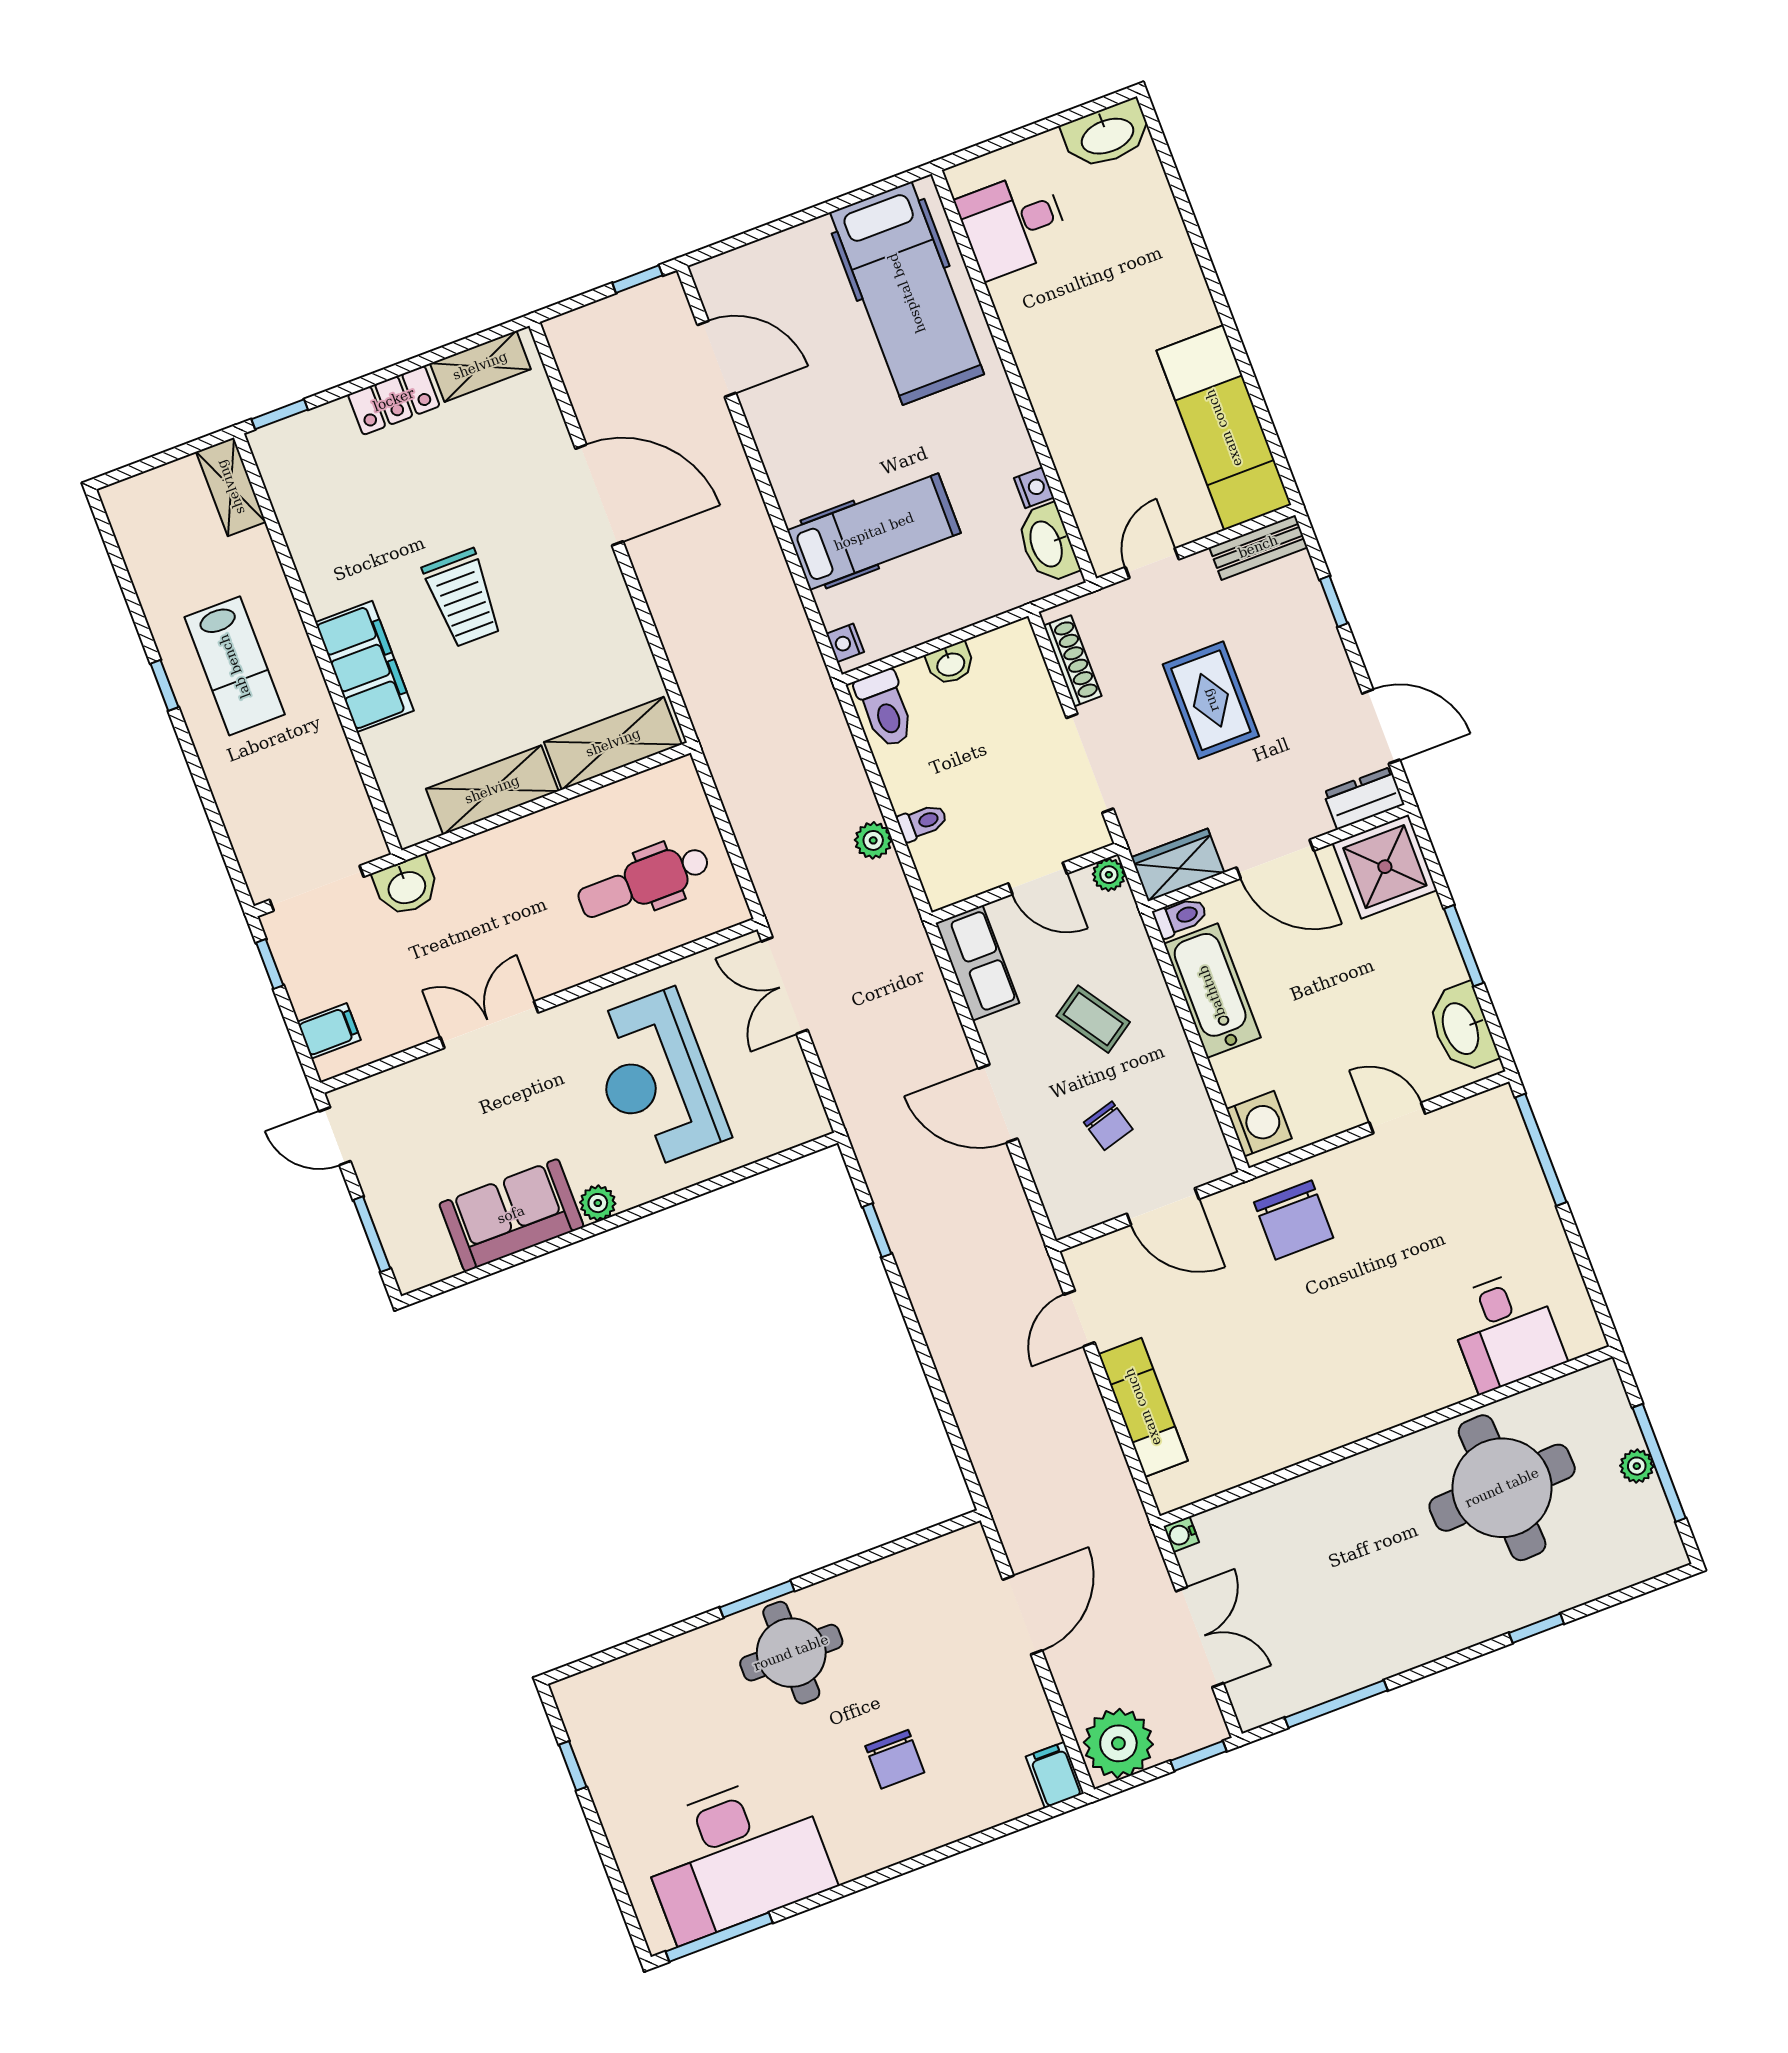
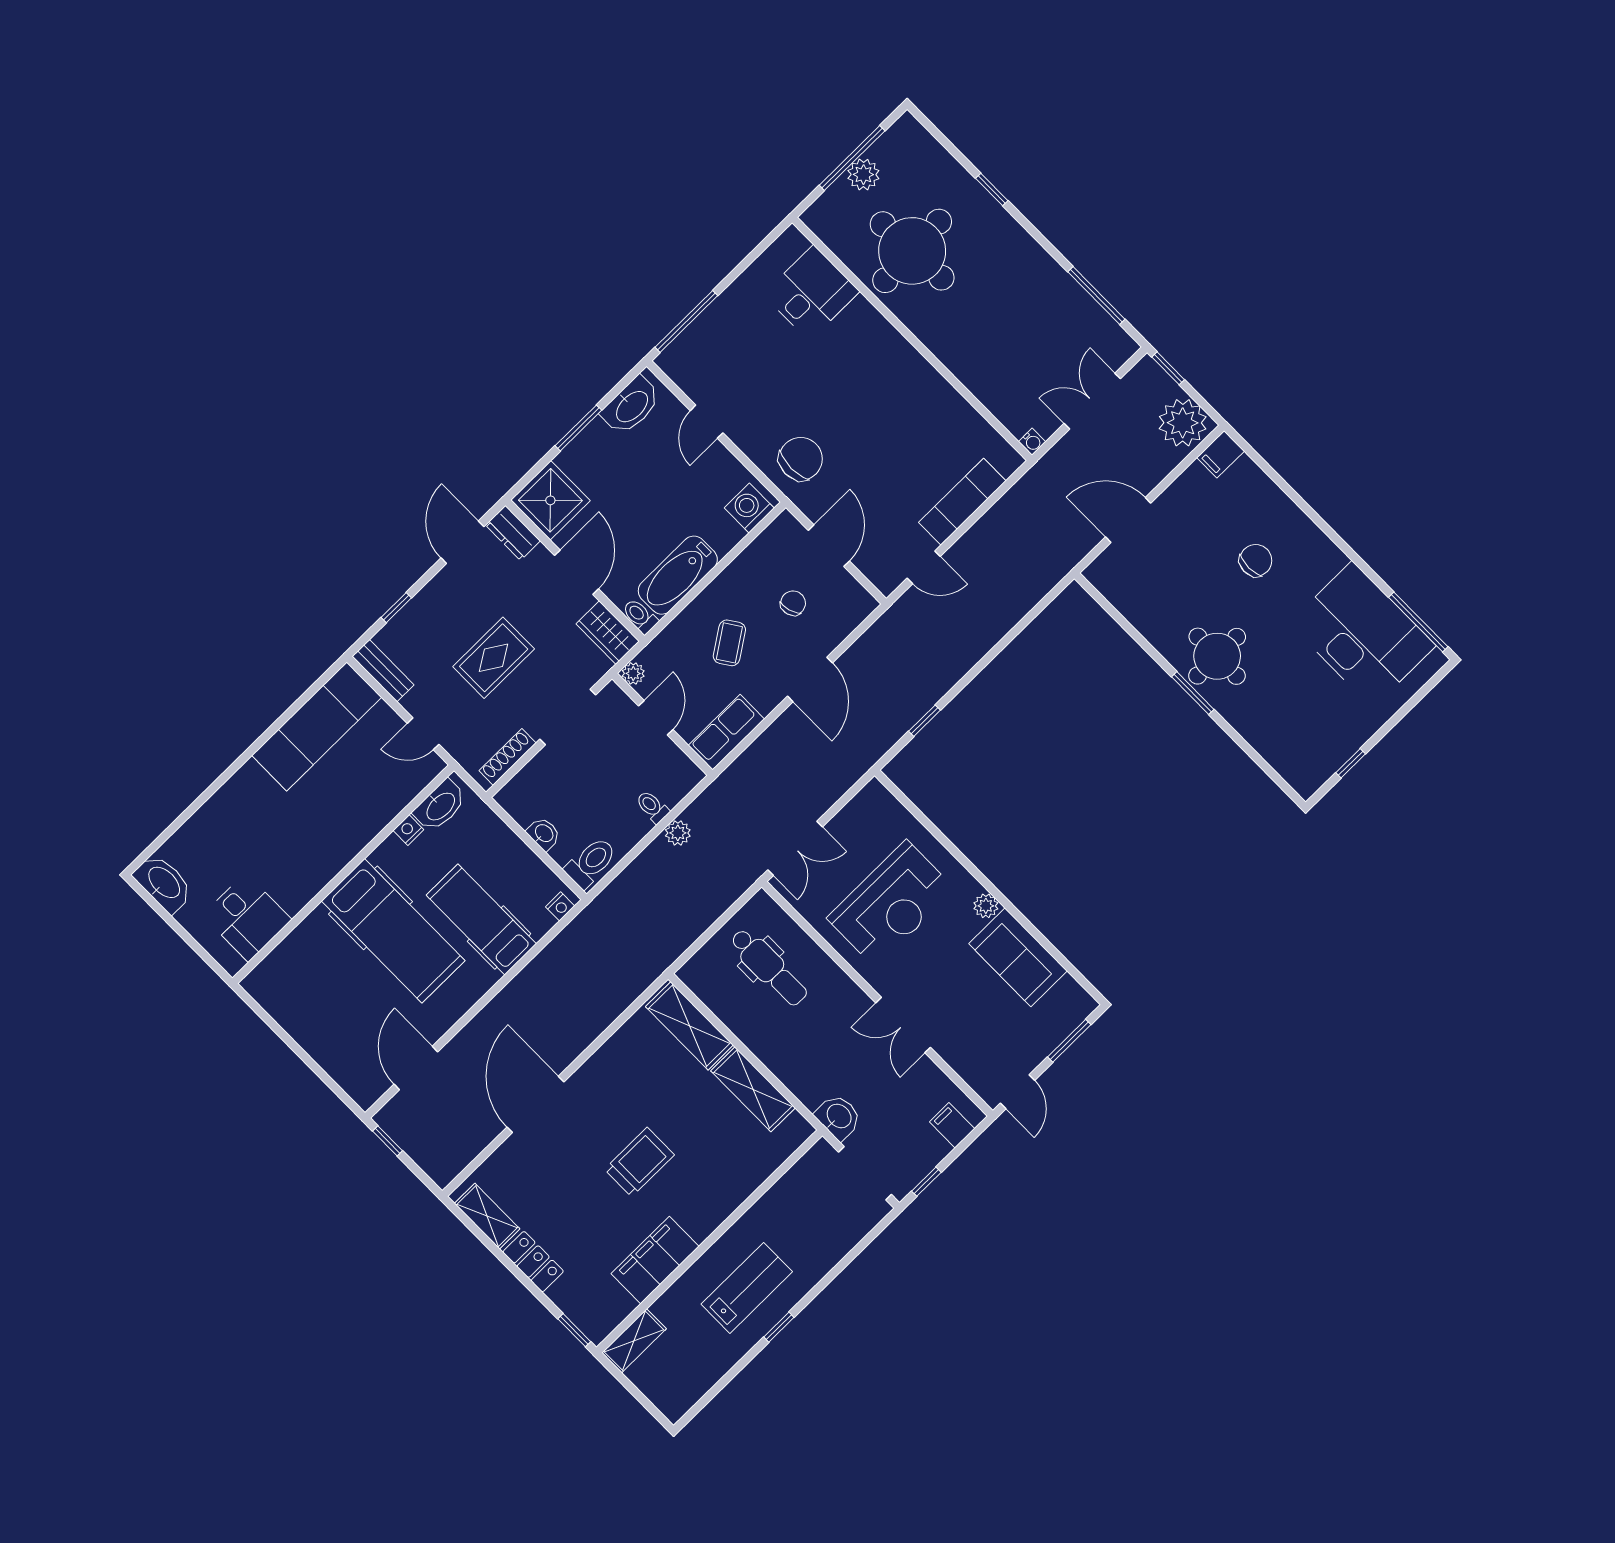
hospital bed: (907, 293) -> (393, 931), moved, turned 90
filing cabinet: (364, 666) -> (655, 1260), moved
plant: (1637, 1466) -> (863, 175), width x1.38, depth x1.38

